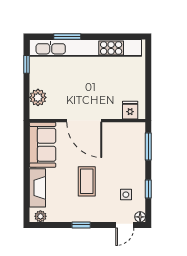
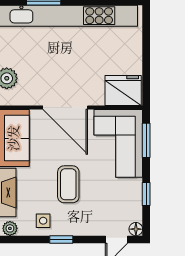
fridge: (130, 110) -> (123, 90), width x1.88, depth x1.34
corner sofa: (126, 149) -> (118, 143), added
side table: (126, 195) -> (43, 221), moved

